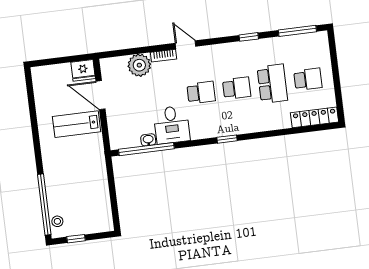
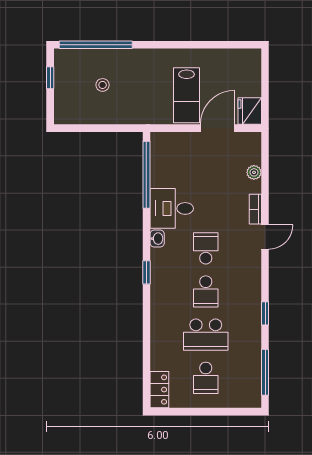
plant: (139, 65) -> (254, 172), width x0.53, depth x0.53
school desk: (201, 93) -> (206, 248), turned 180
locker: (315, 117) -> (159, 390), width x0.66
lab bench: (77, 124) -> (187, 95), turned 180
washbasin: (148, 140) -> (157, 239), moved
stool: (57, 221) -> (103, 85), moved

